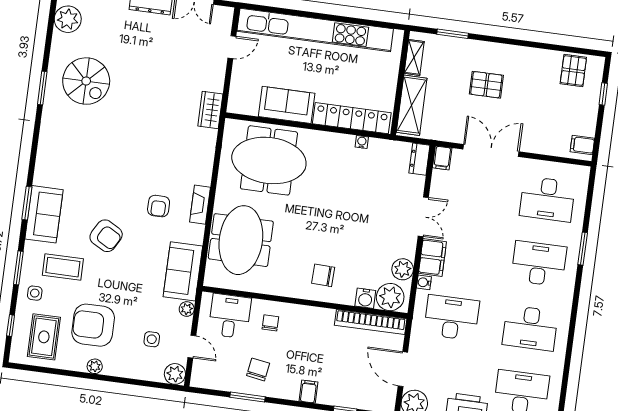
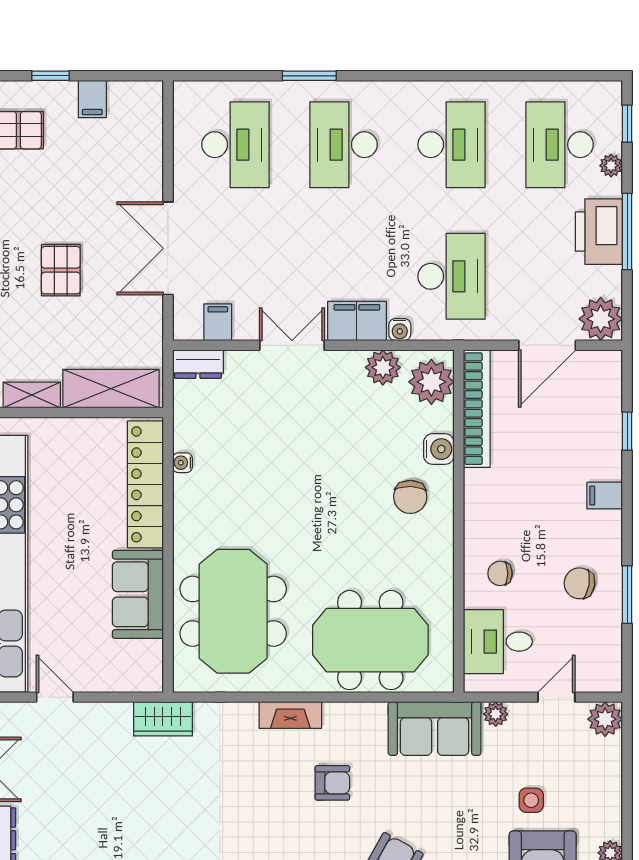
filing cabinet: (582, 145) -> (92, 99), moved
filing cabinet: (442, 158) -> (218, 322), moved, turned -90
fireplace: (200, 205) -> (290, 715), moved
water cooler: (365, 298) -> (439, 449), moved
desk: (452, 318) -> (452, 276), turned 180
side table: (152, 339) -> (531, 800), moved

